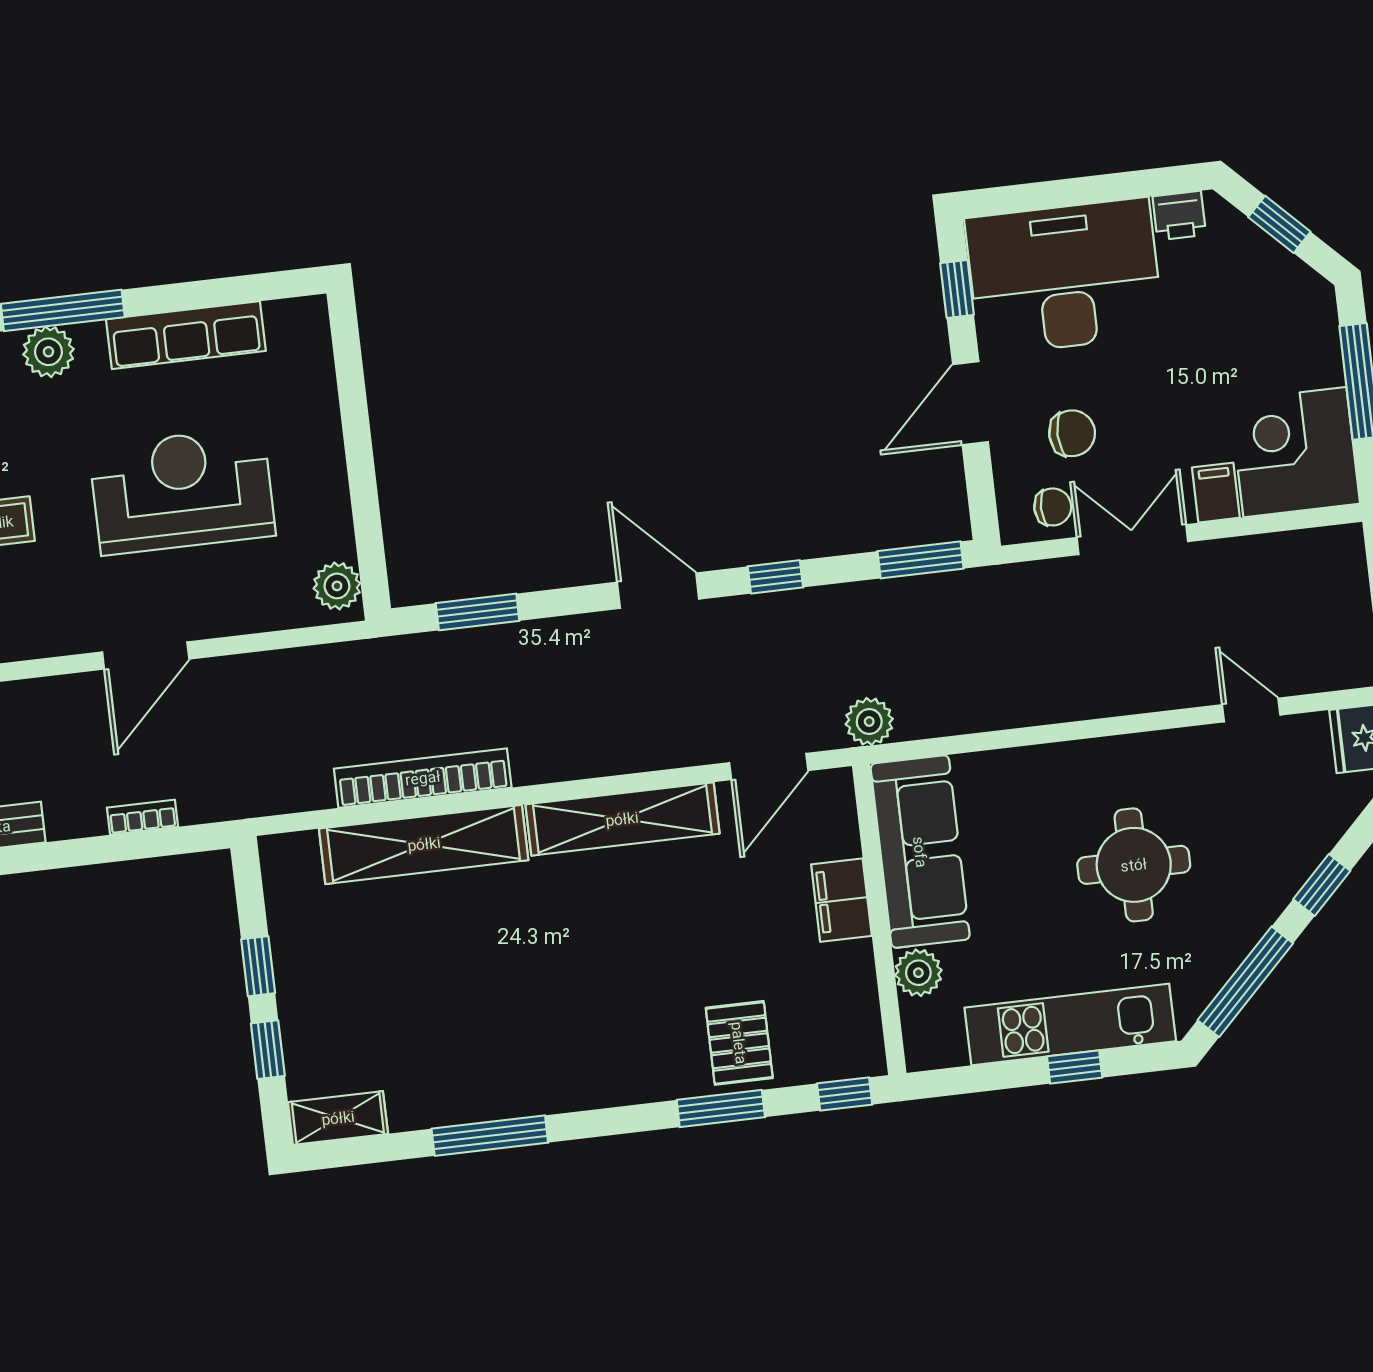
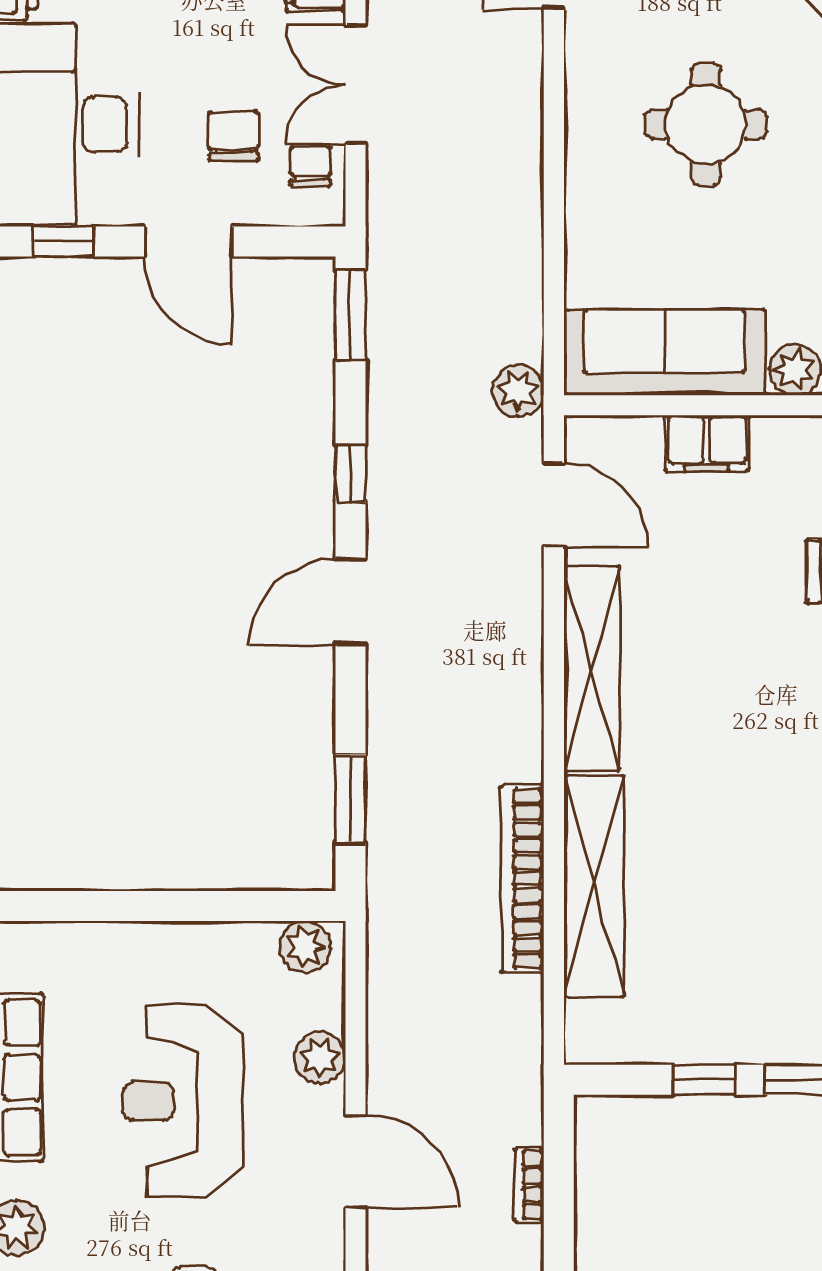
plant: (237, 612) -> (320, 1058), added

